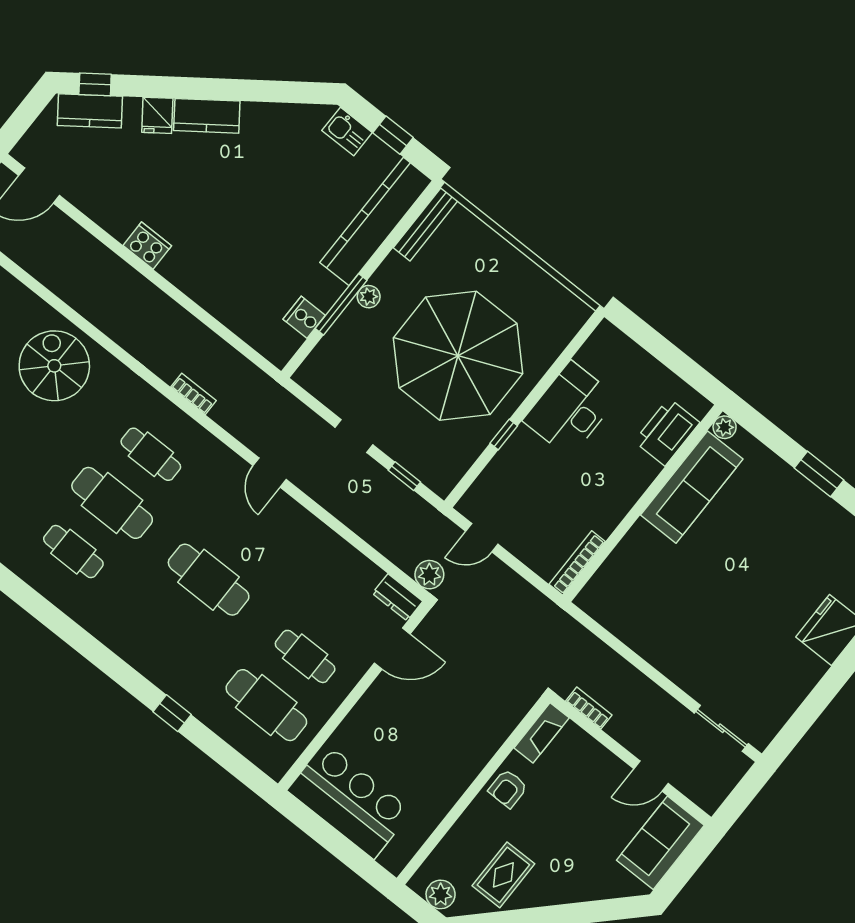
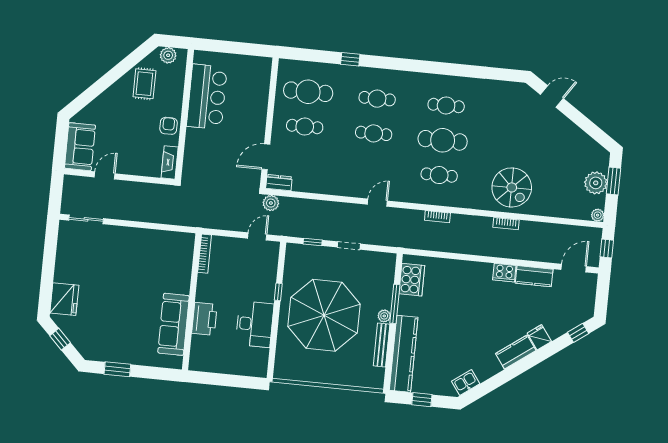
kitchen counter: (90, 111) -> (534, 276), moved, turned -144
kitchen sink: (347, 132) -> (466, 383), moved, turned -36
bench: (426, 224) -> (382, 345), moved
cooker: (304, 317) -> (412, 280), width x1.87, depth x1.31
plant: (725, 427) -> (176, 363), removed
printer: (667, 432) -> (204, 319), moved
door: (270, 473) -> (377, 203), hinge flipped
cafe table: (209, 580) -> (374, 133), width x0.73, depth x0.74
cafe table: (170, 628) -> (377, 99), added
bookcase: (589, 708) -> (506, 224), moved
bar counter: (350, 801) -> (207, 97), moved, turned -90

